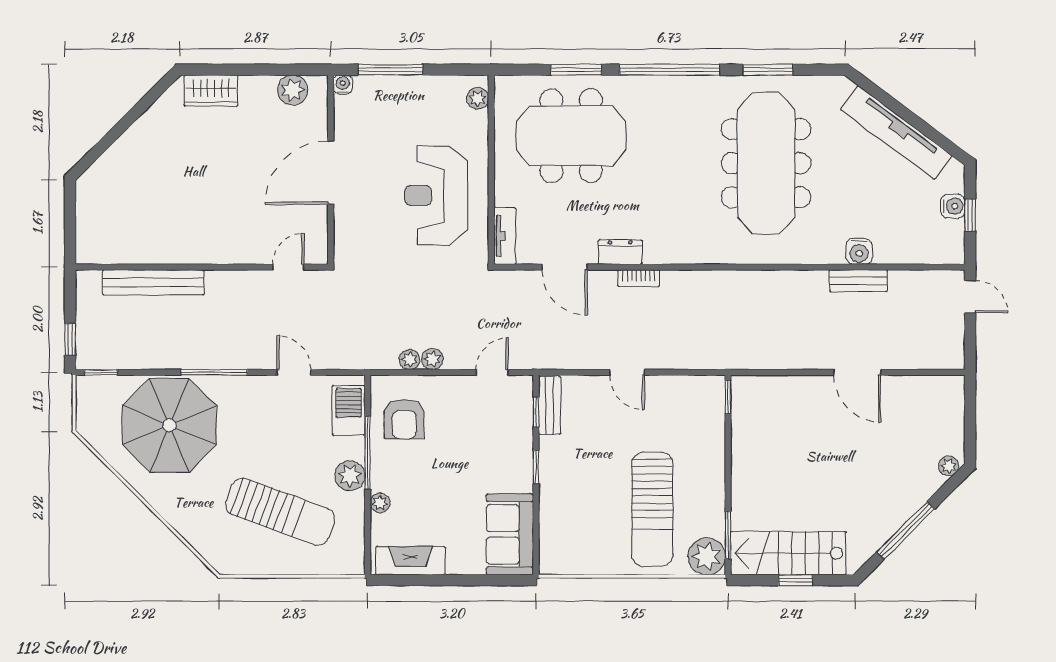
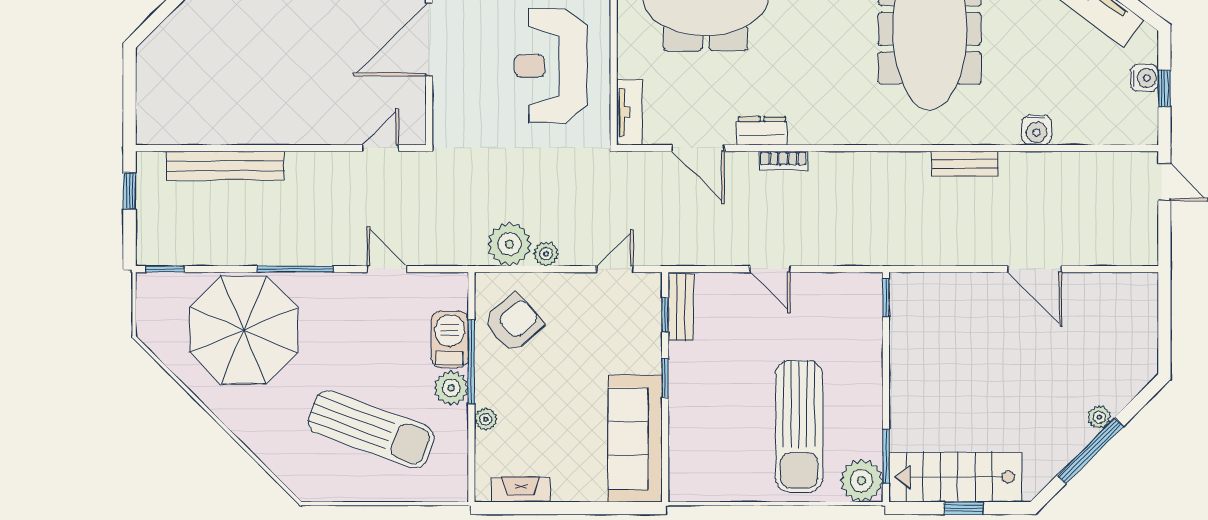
bench: (858, 281) -> (965, 164), moved
window: (70, 339) -> (130, 191), moved
plant: (409, 360) -> (509, 244), width x1.87, depth x1.87
barbecue: (349, 410) -> (450, 339), moved
armchair: (404, 419) -> (514, 323), turned -131
plant: (949, 466) -> (1099, 417), moved
sofa: (510, 534) -> (635, 439), width x1.36
fireplace: (410, 561) -> (521, 490), width x0.73, depth x0.76

